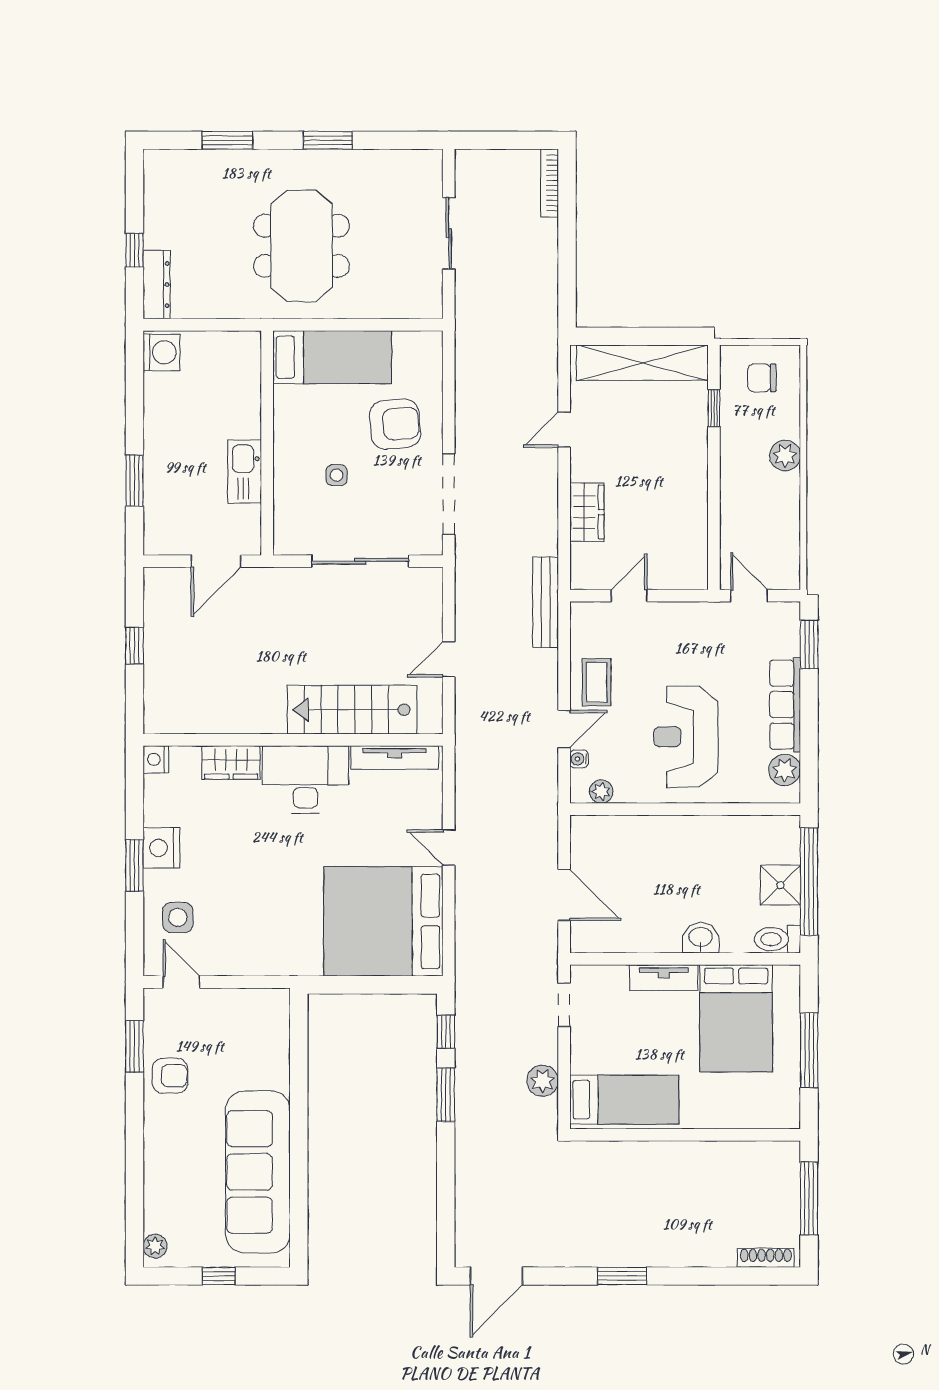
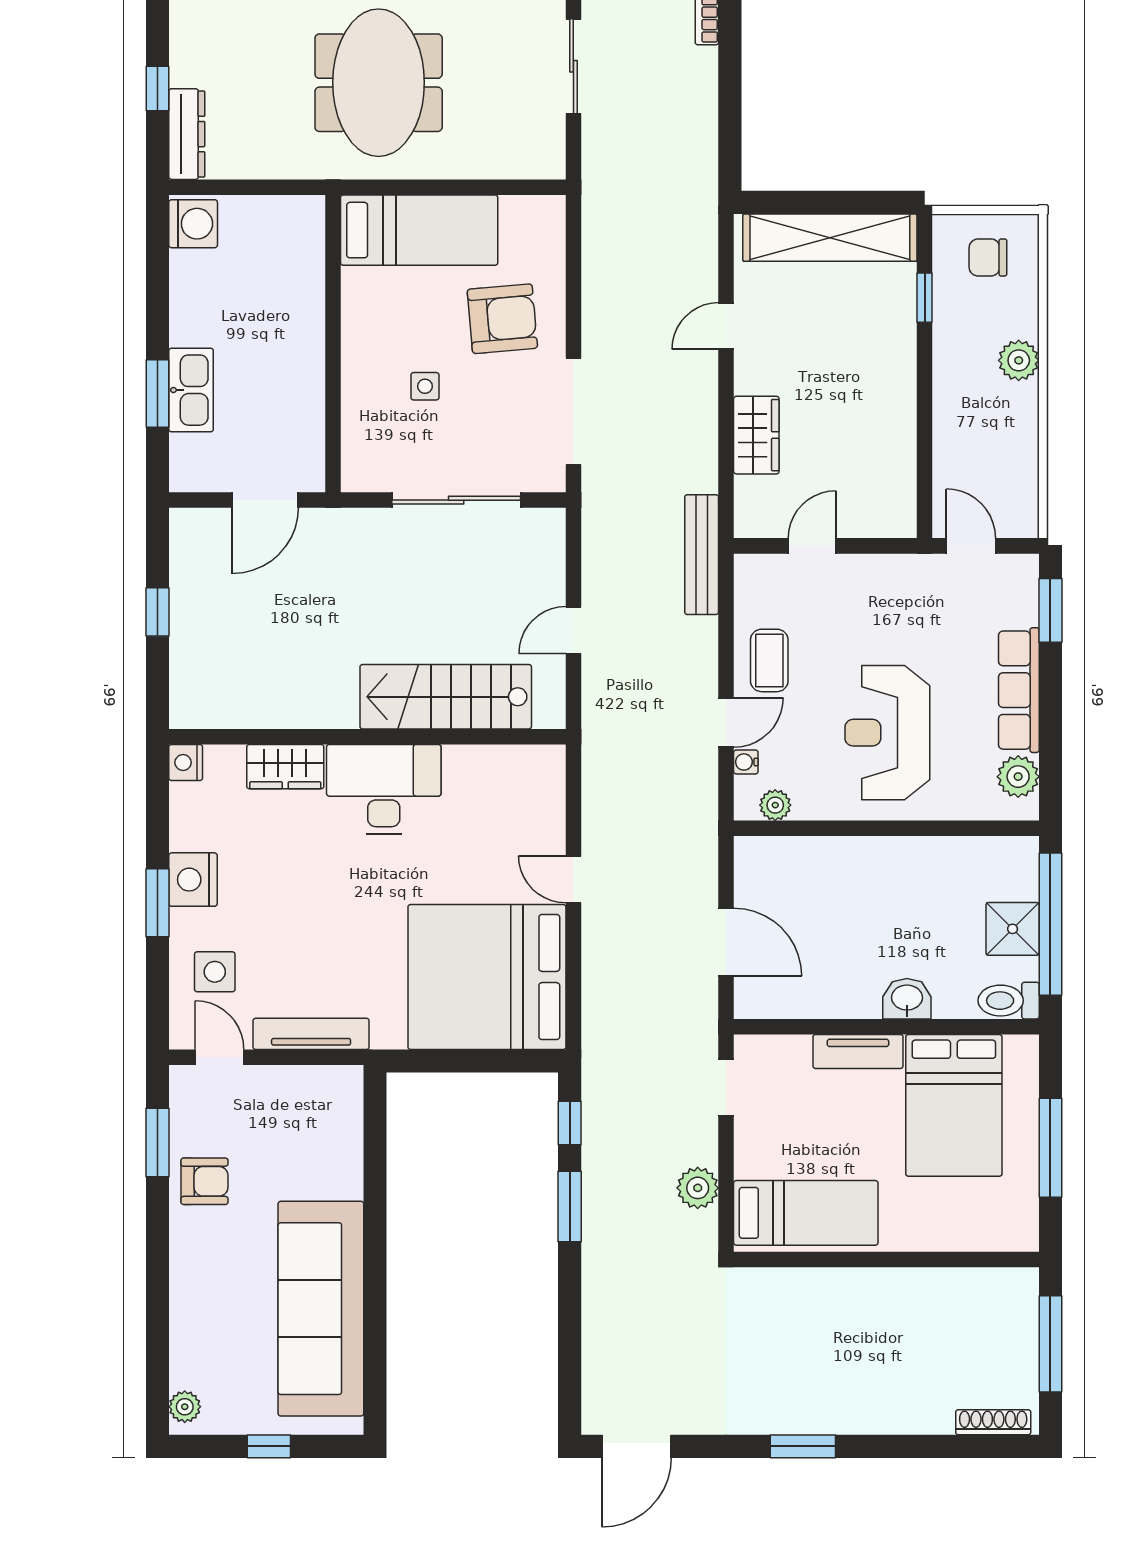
kitchen sink: (245, 471) -> (191, 390), moved, turned 180
tv unit: (395, 757) -> (311, 1034), moved, turned 180

